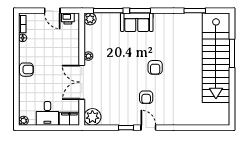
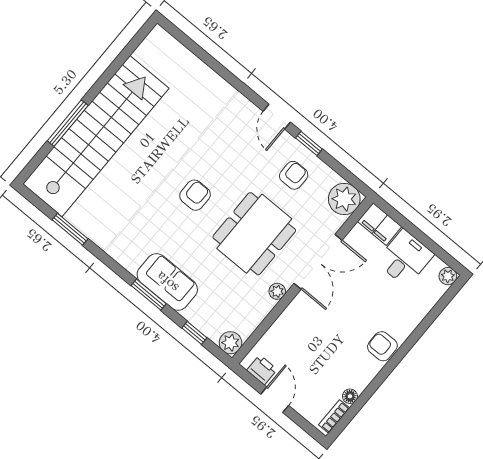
window: (108, 11) -> (194, 333), width x0.46
dining table: (118, 72) -> (254, 234), added
armchair: (146, 97) -> (294, 175), moved

